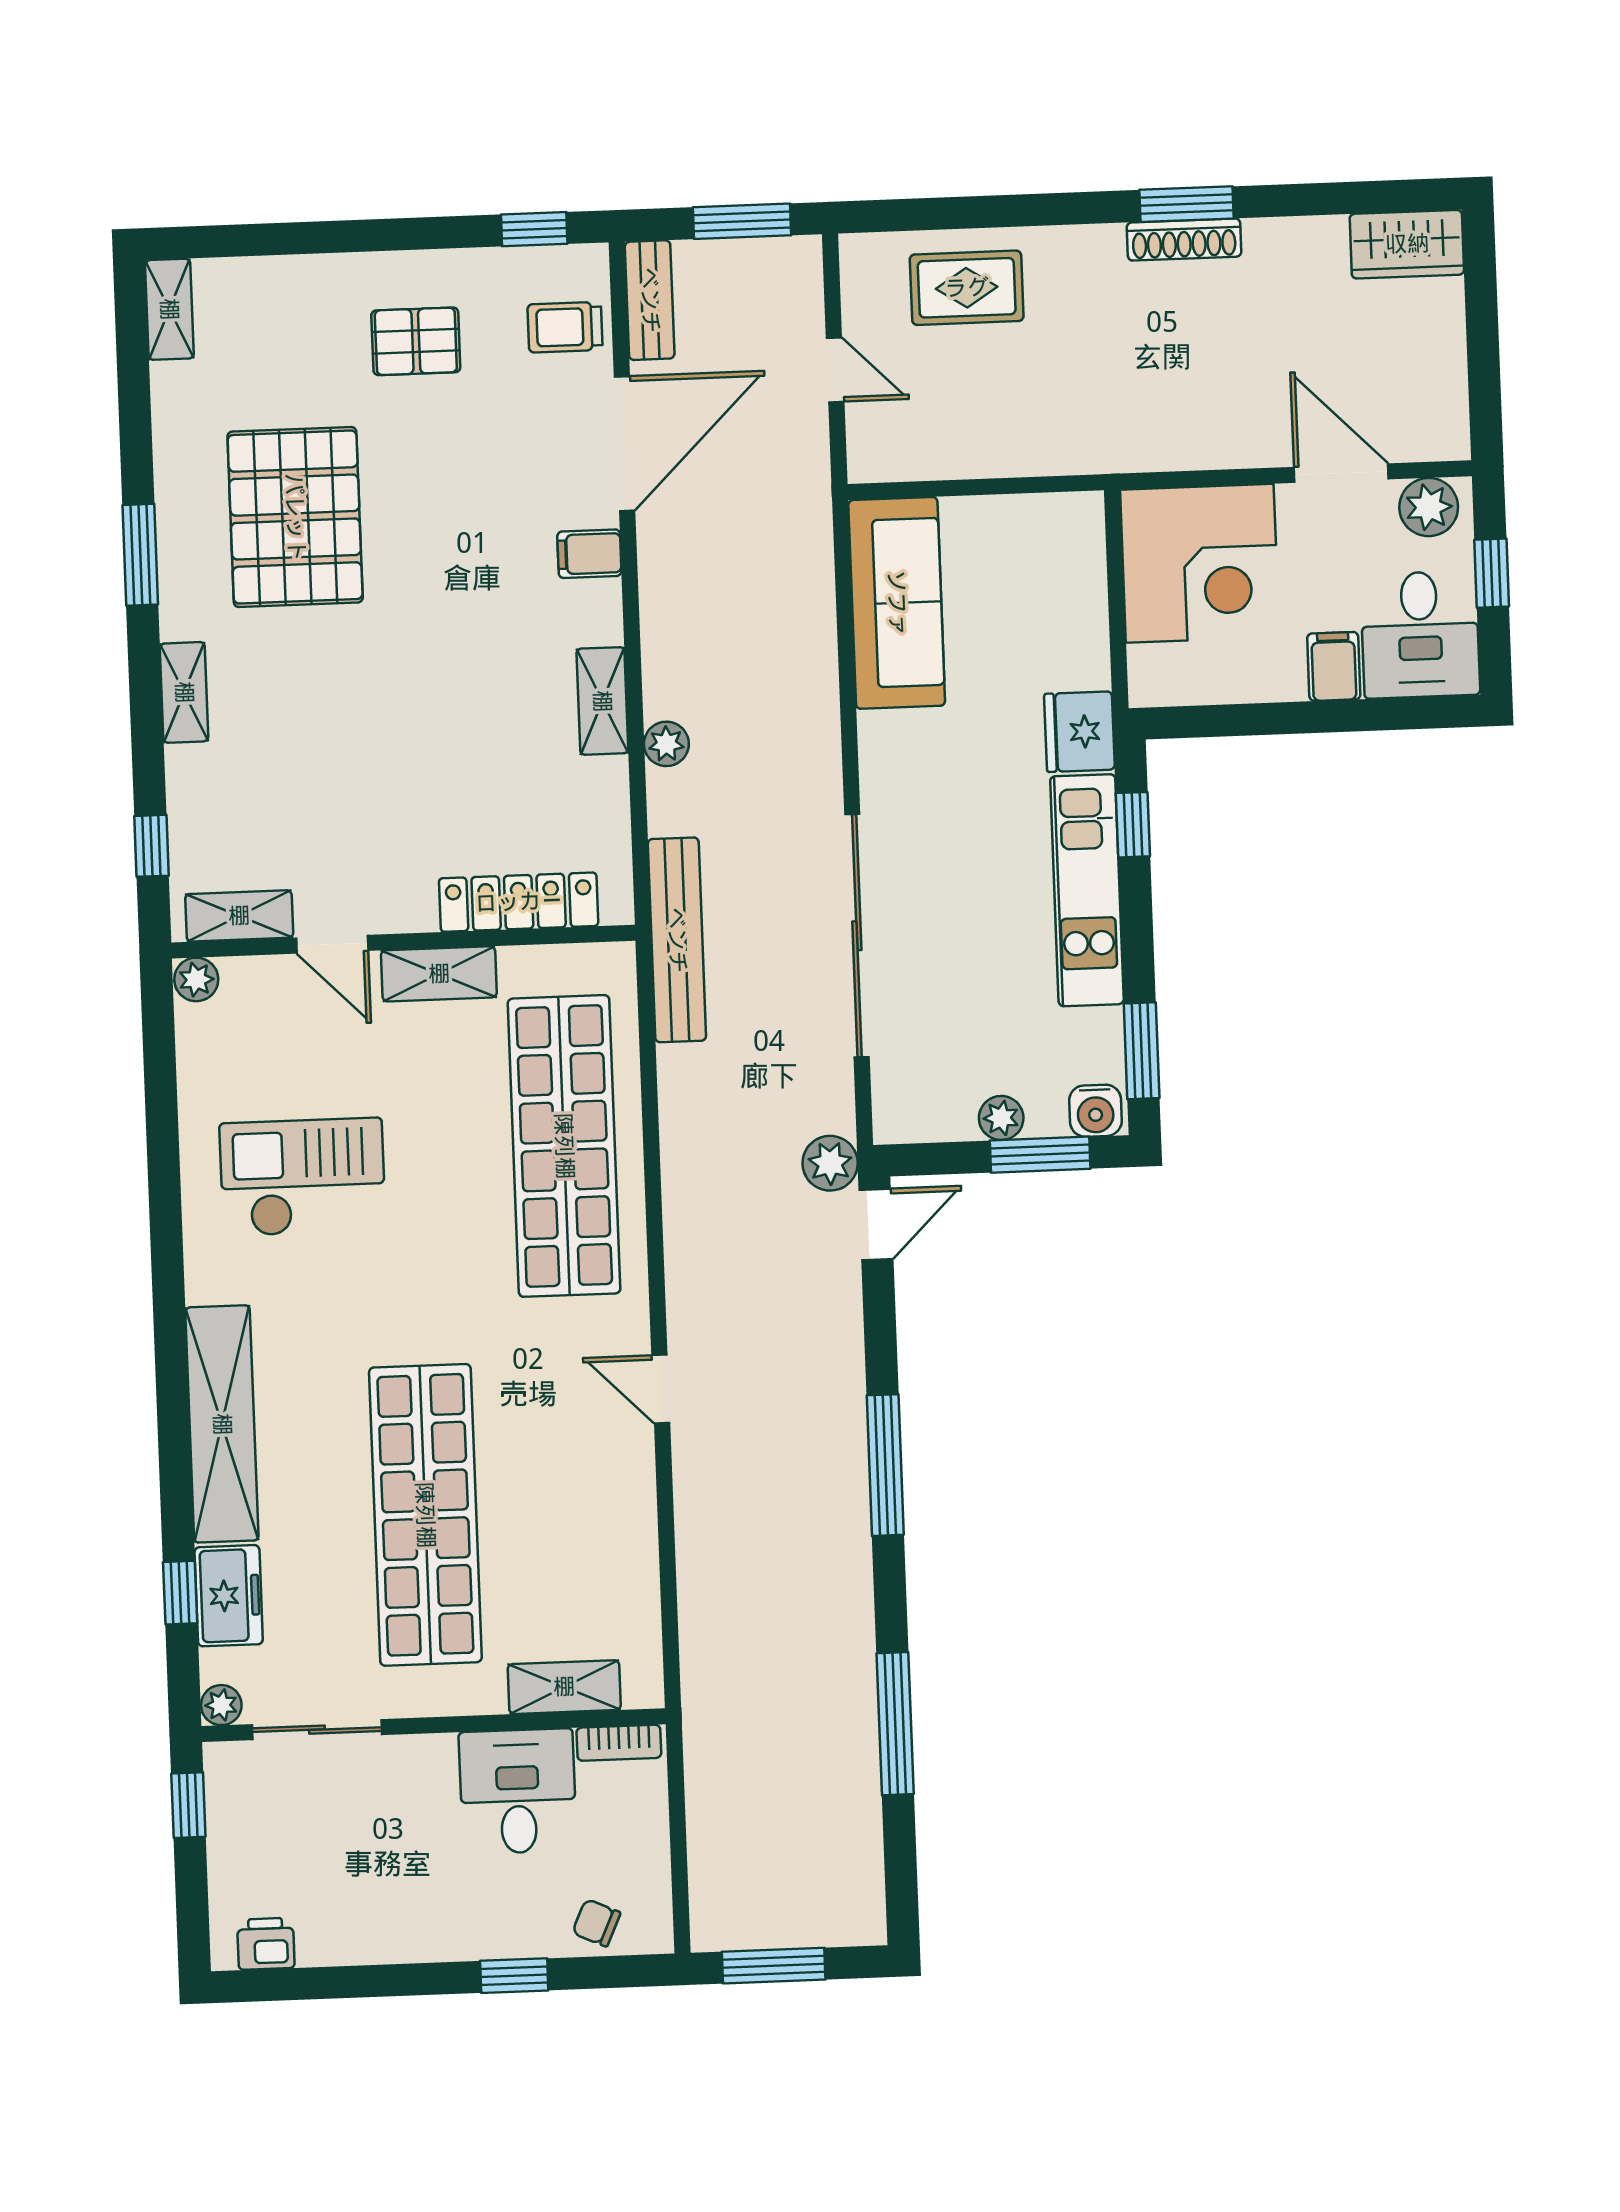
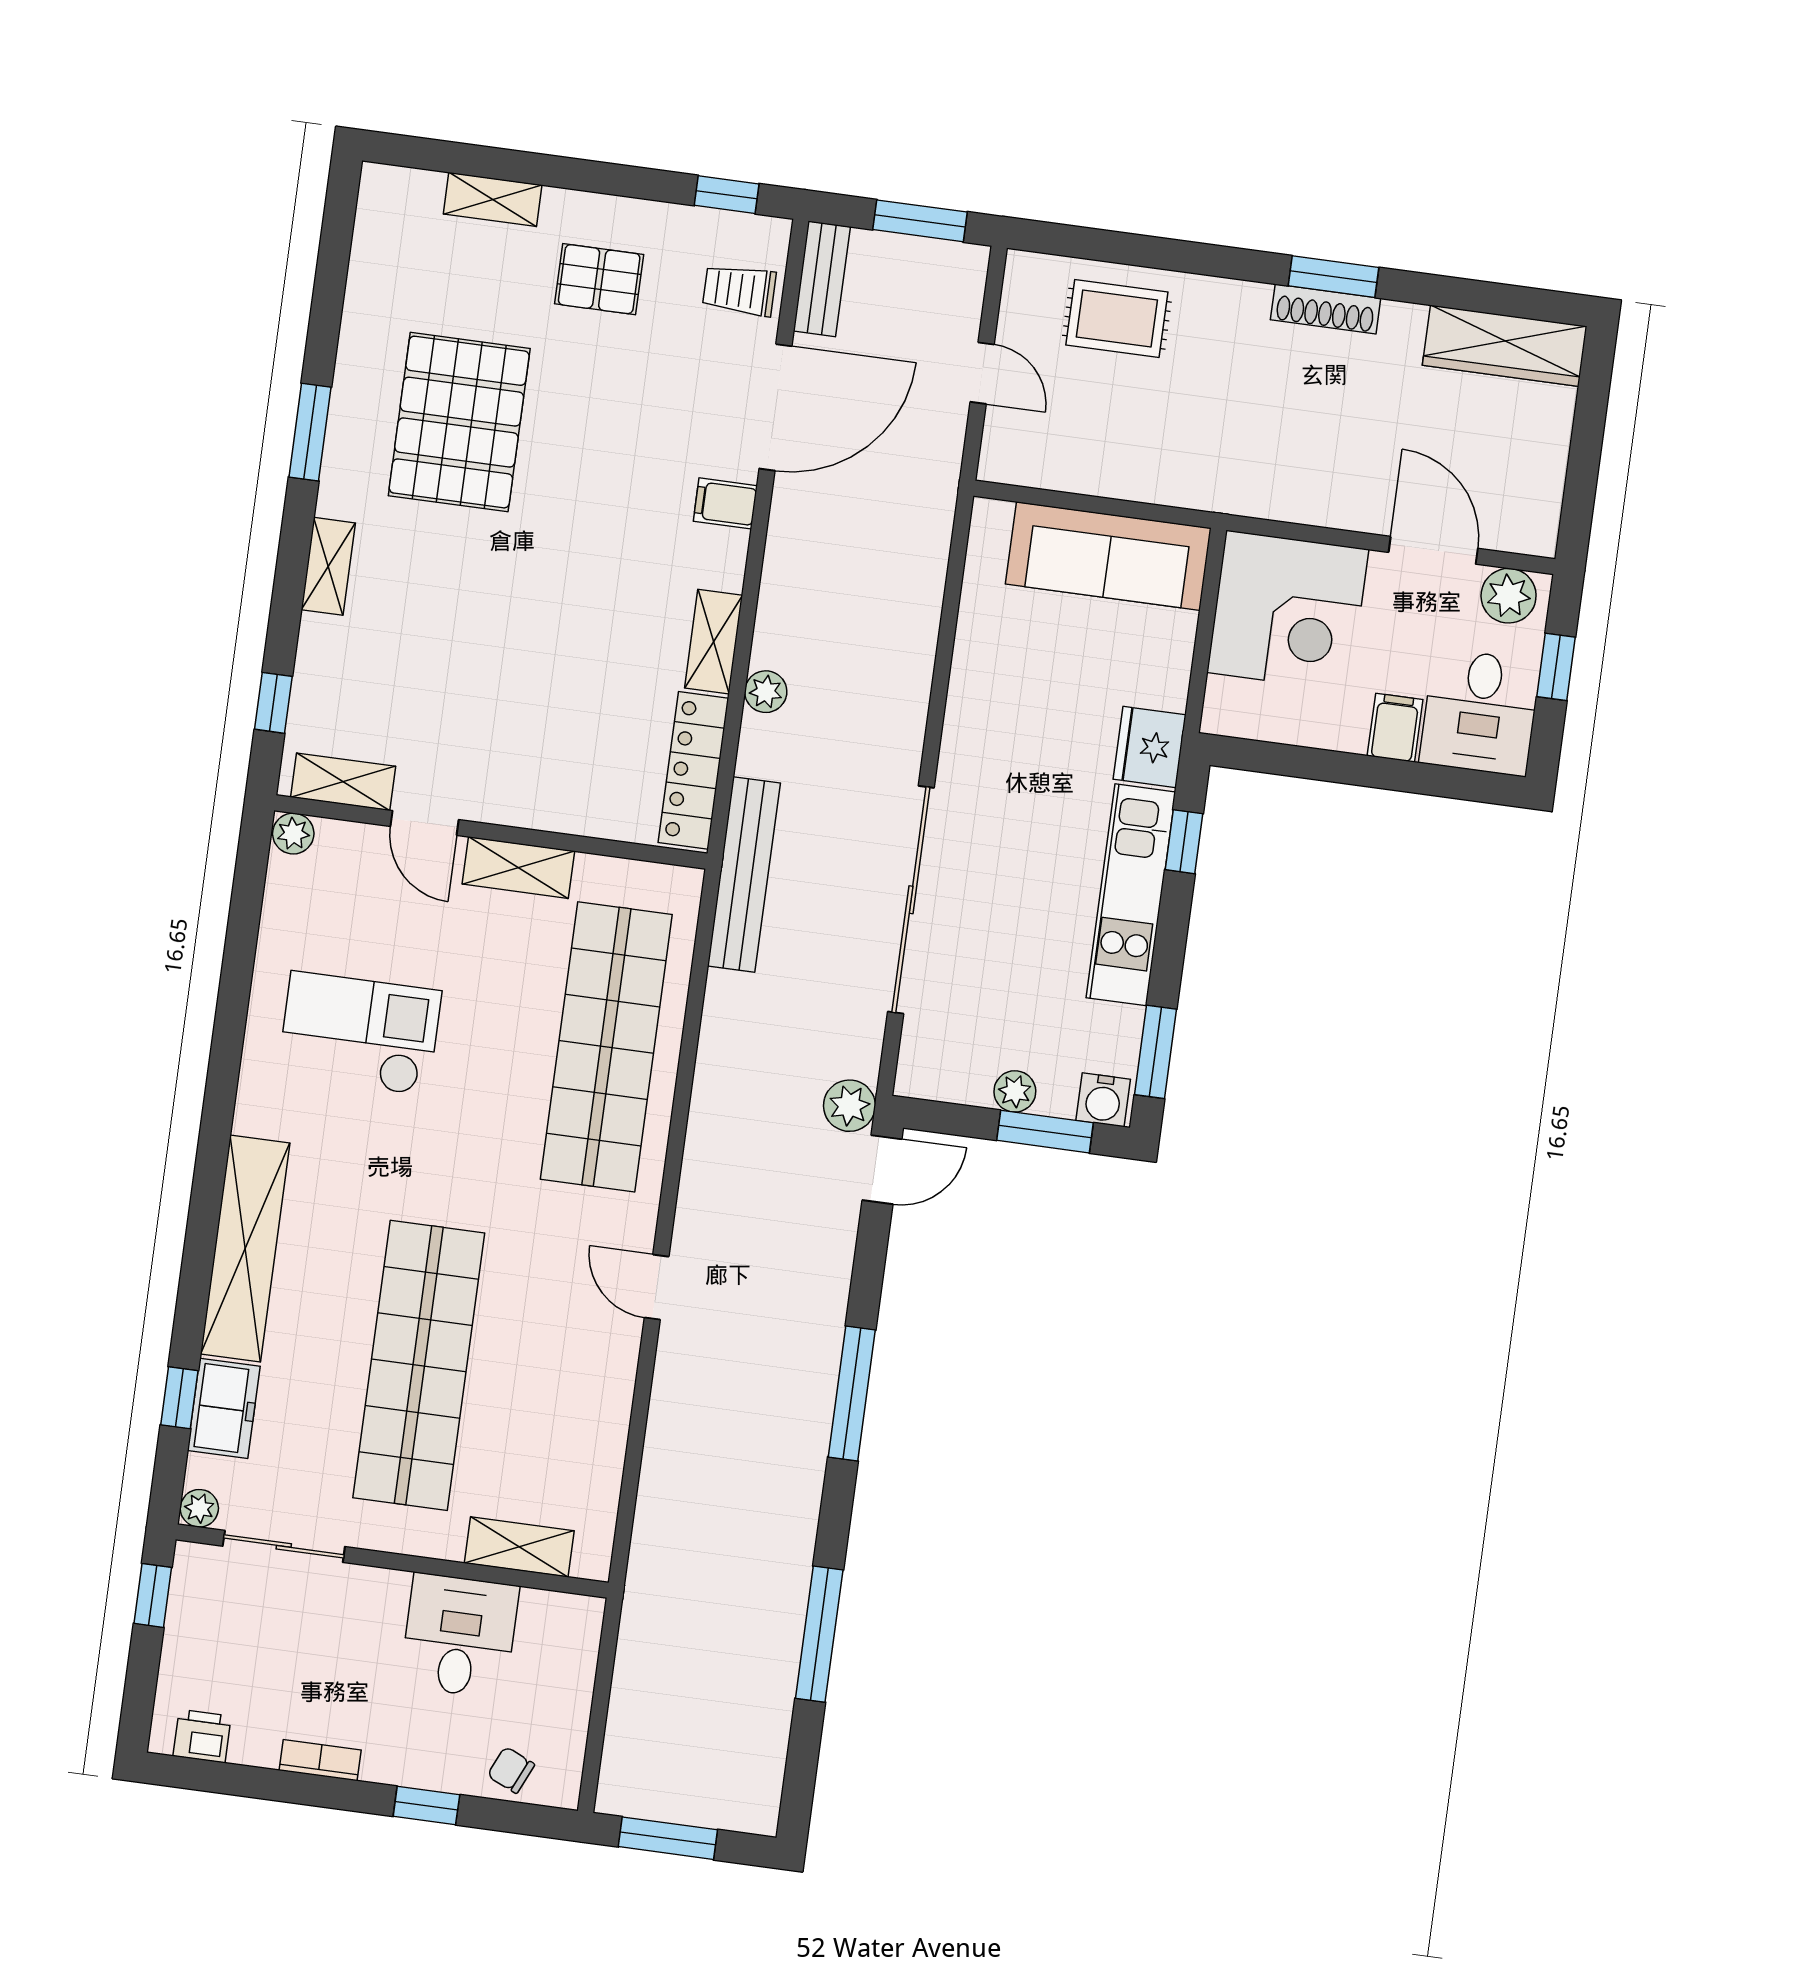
wardrobe: (1407, 244) -> (1505, 346), width x1.50
shelving: (169, 309) -> (493, 199), moved, turned 90
sofa: (897, 603) -> (1108, 556), moved, turned 90
locker: (519, 902) -> (693, 770), moved, turned -90
bookcase: (619, 1743) -> (320, 1760), moved, turned 180

